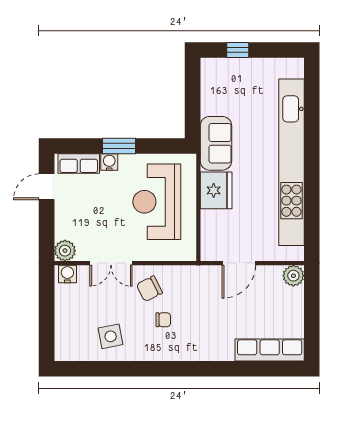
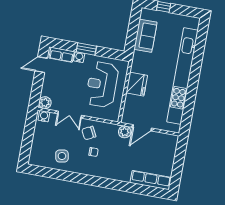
sofa: (216, 143) -> (145, 36), moved
plant: (293, 276) -> (125, 132), moved

